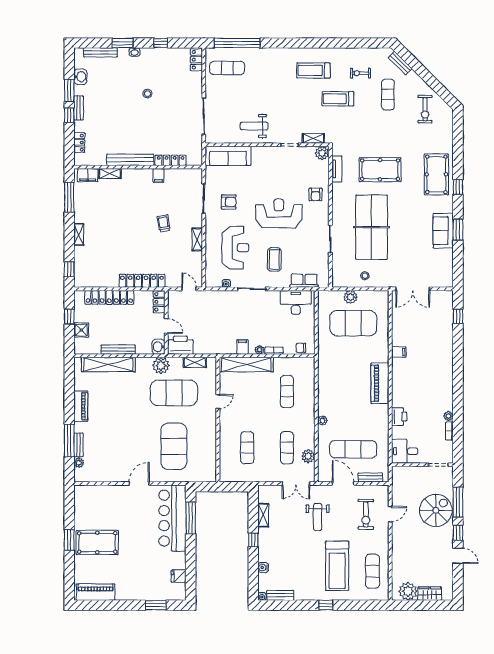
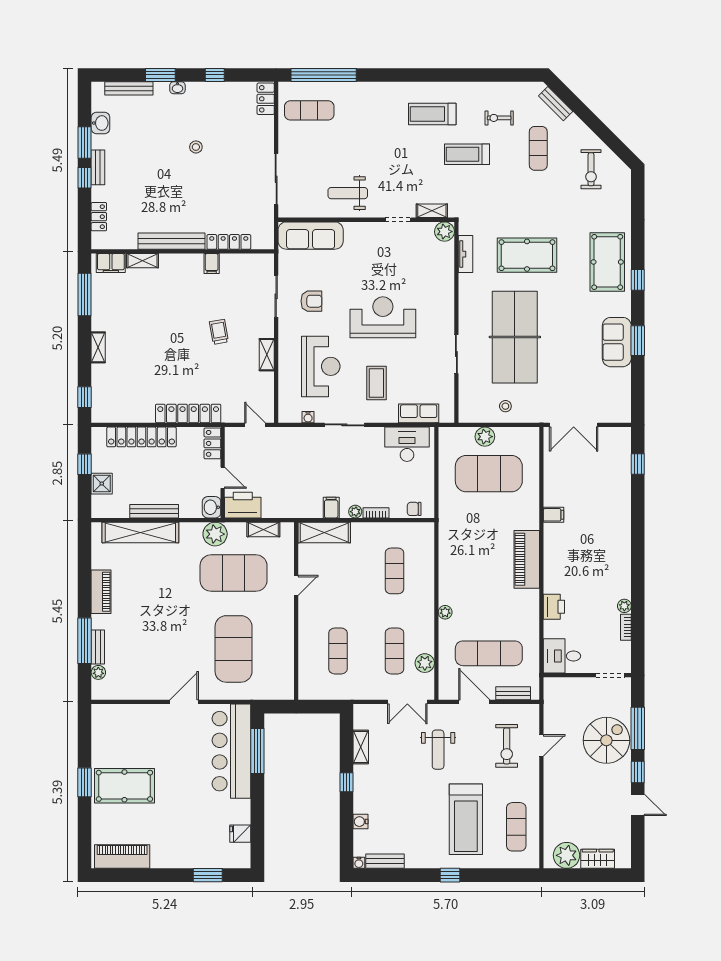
armchair: (316, 194) -> (435, 291), removed
shelving: (246, 364) -> (324, 533), width x0.68

